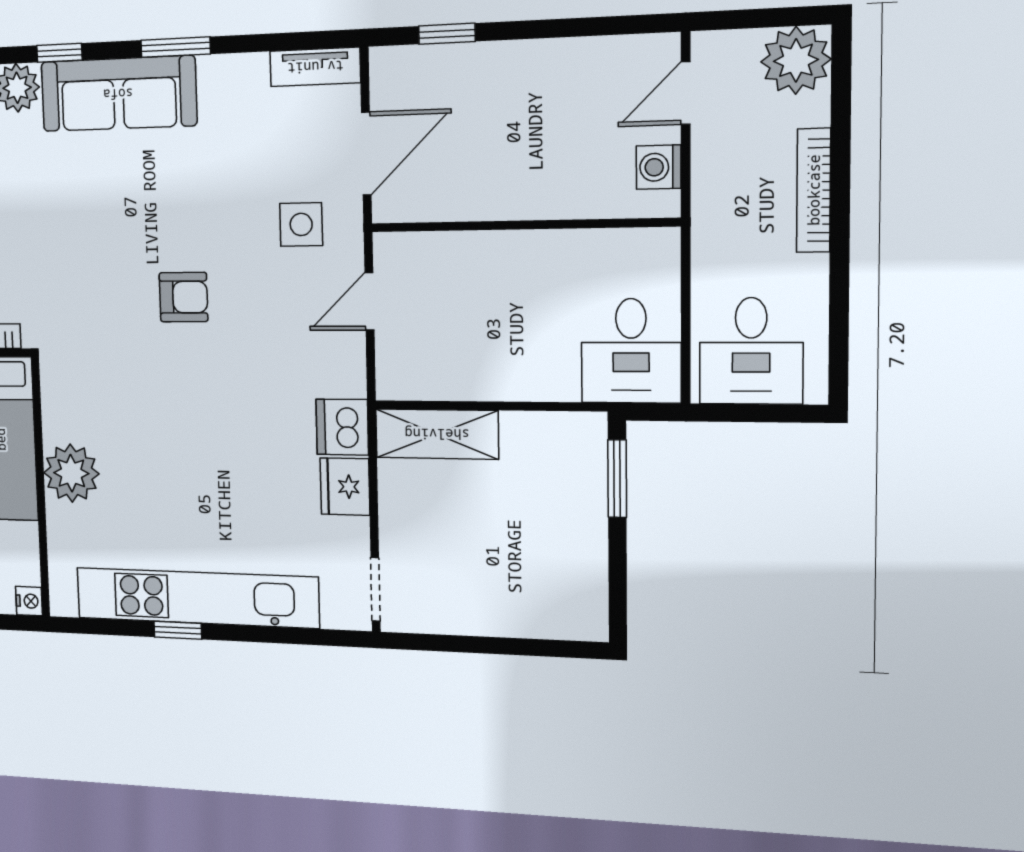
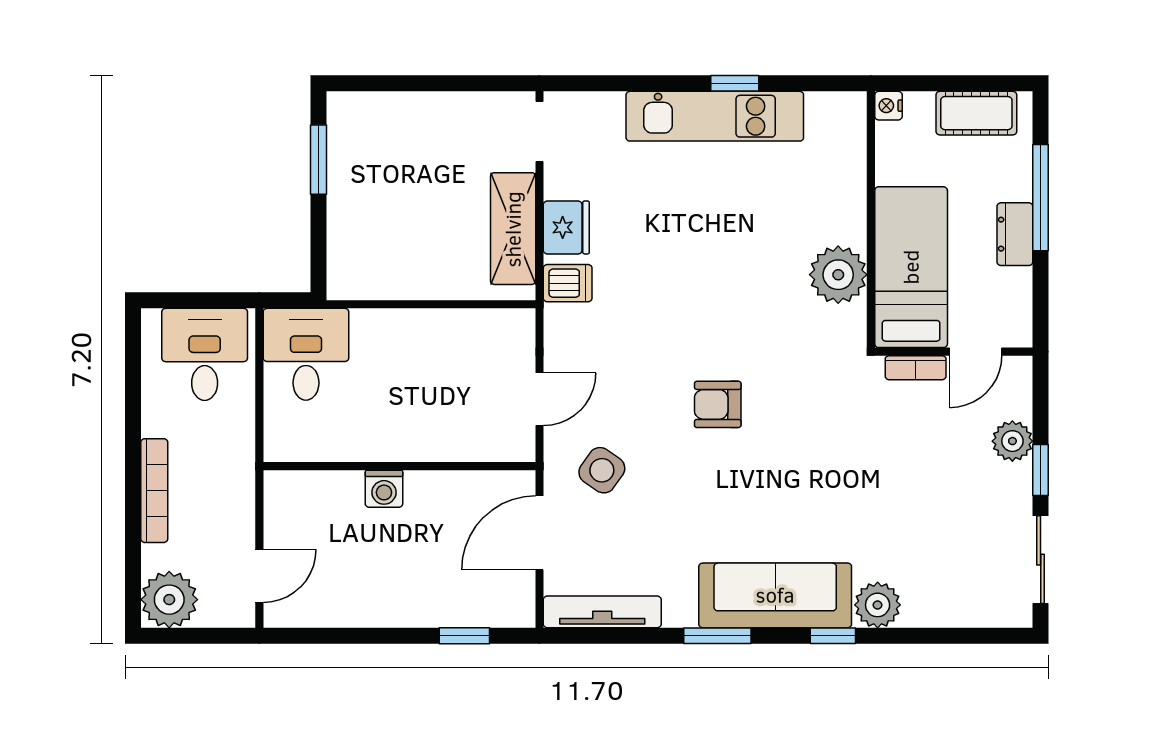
tv unit: (315, 67) -> (602, 612), width x1.41
washing machine: (659, 167) -> (384, 489), moved, turned 90
side table: (301, 224) -> (602, 470), turned 35
dishwasher: (342, 427) -> (568, 283), width x0.73
shelving: (437, 434) -> (513, 229), moved, turned 90
plant: (71, 473) -> (838, 275), moved
window: (617, 479) -> (318, 160), moved
kitchen unit: (196, 598) -> (715, 116), width x0.73

